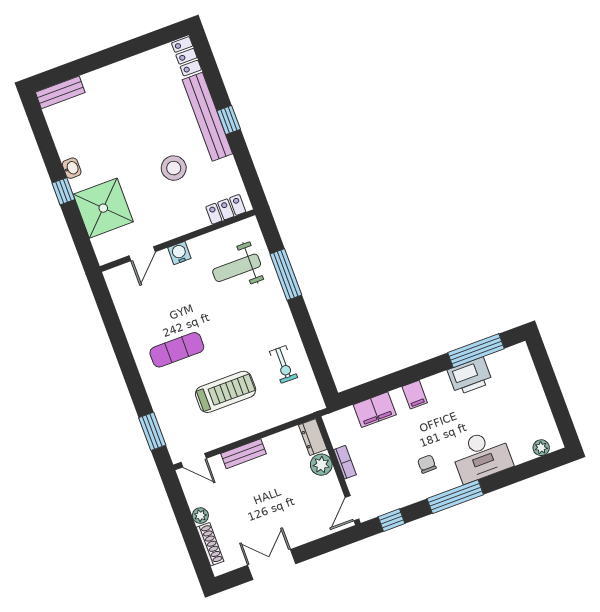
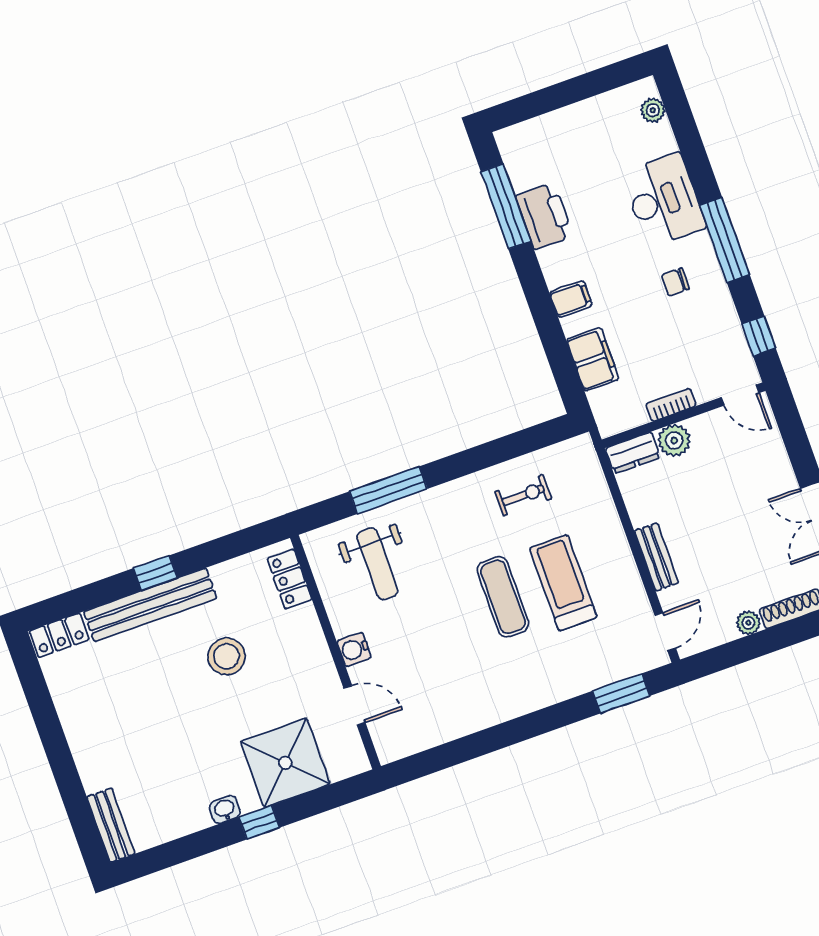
exercise mat: (177, 350) -> (503, 597), moved

